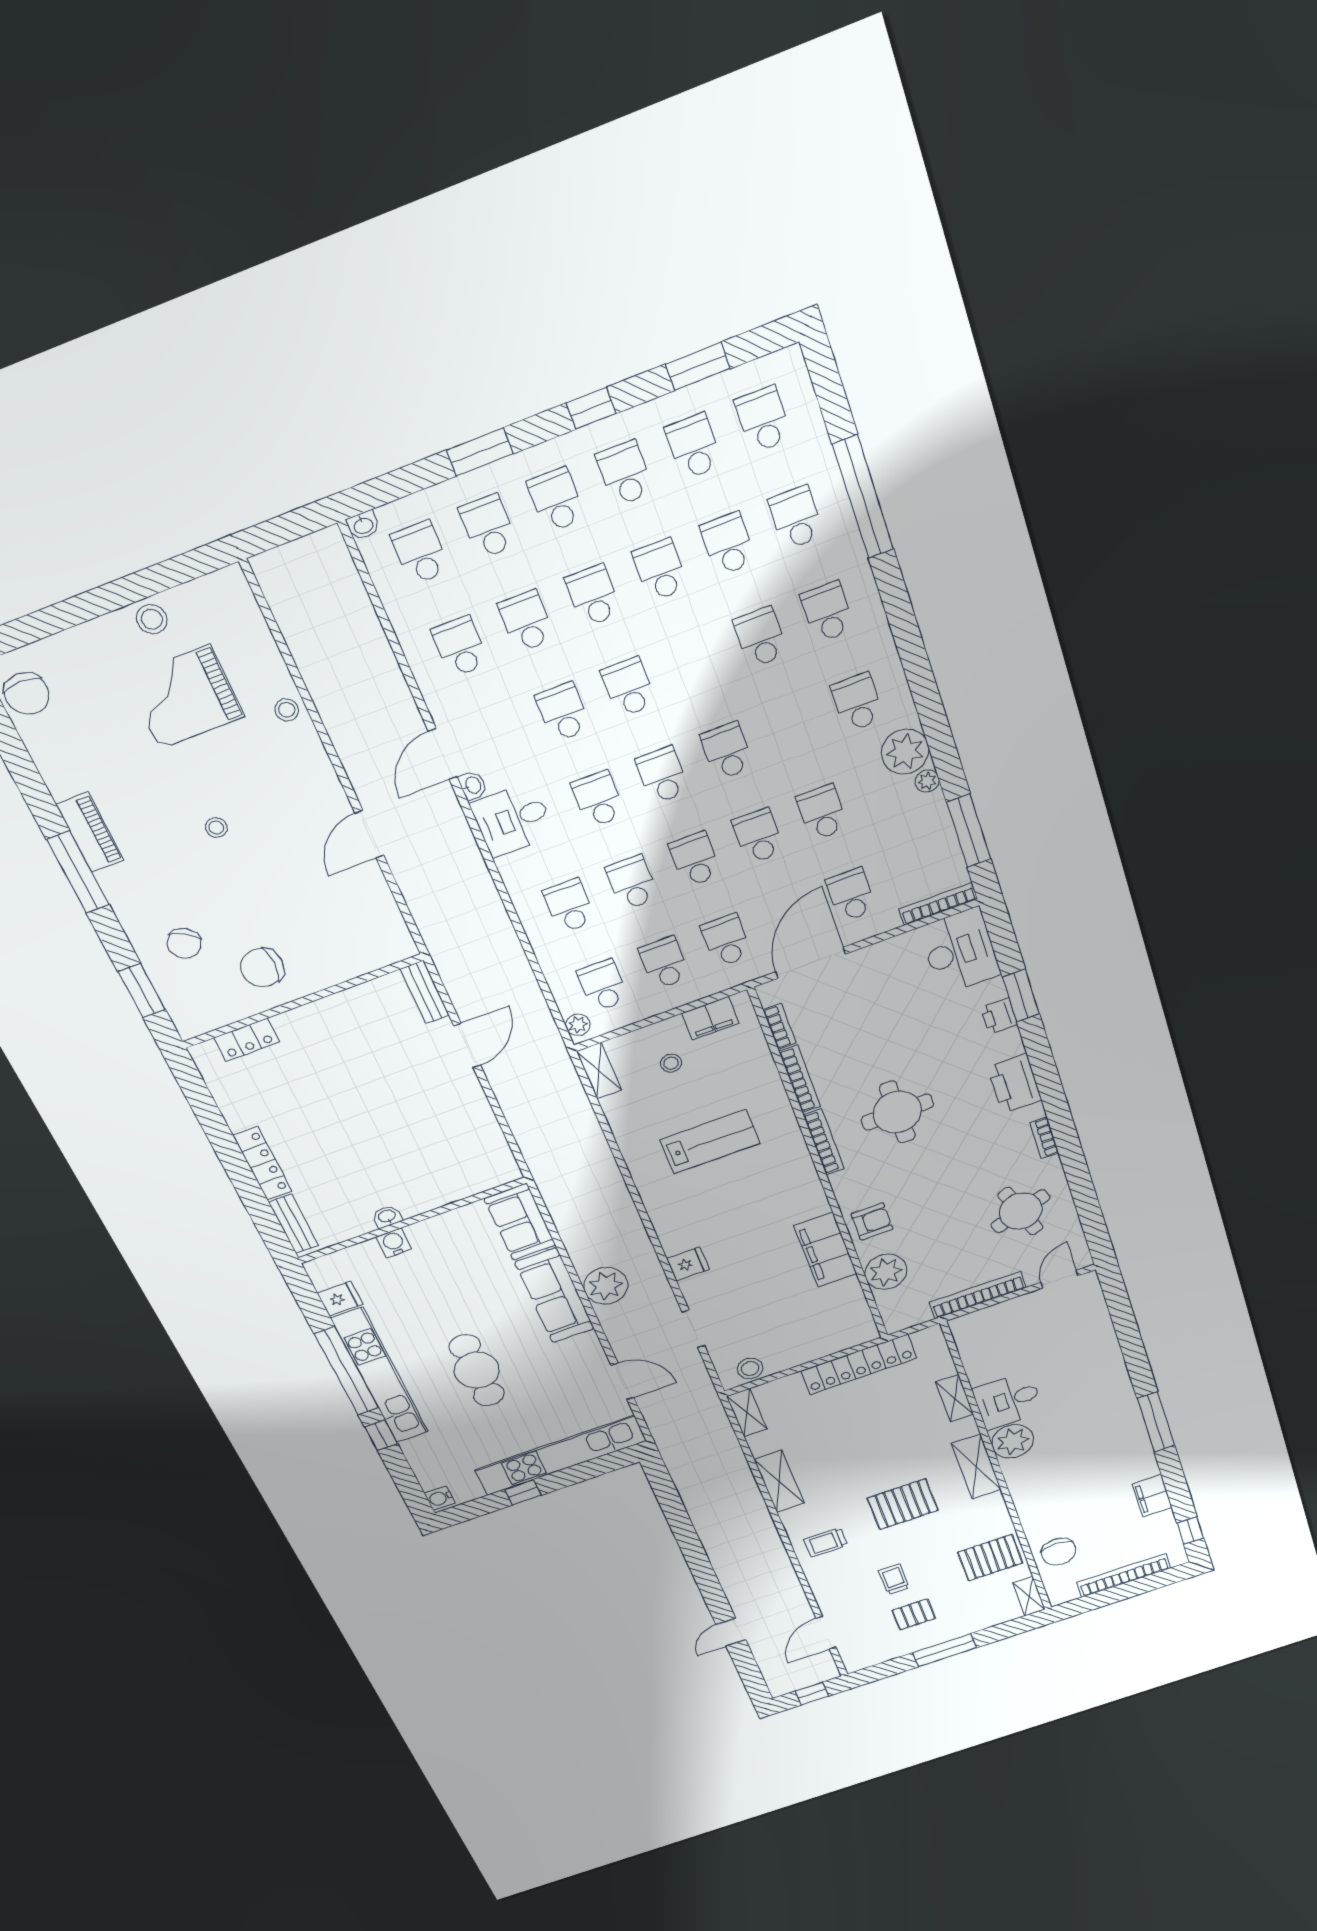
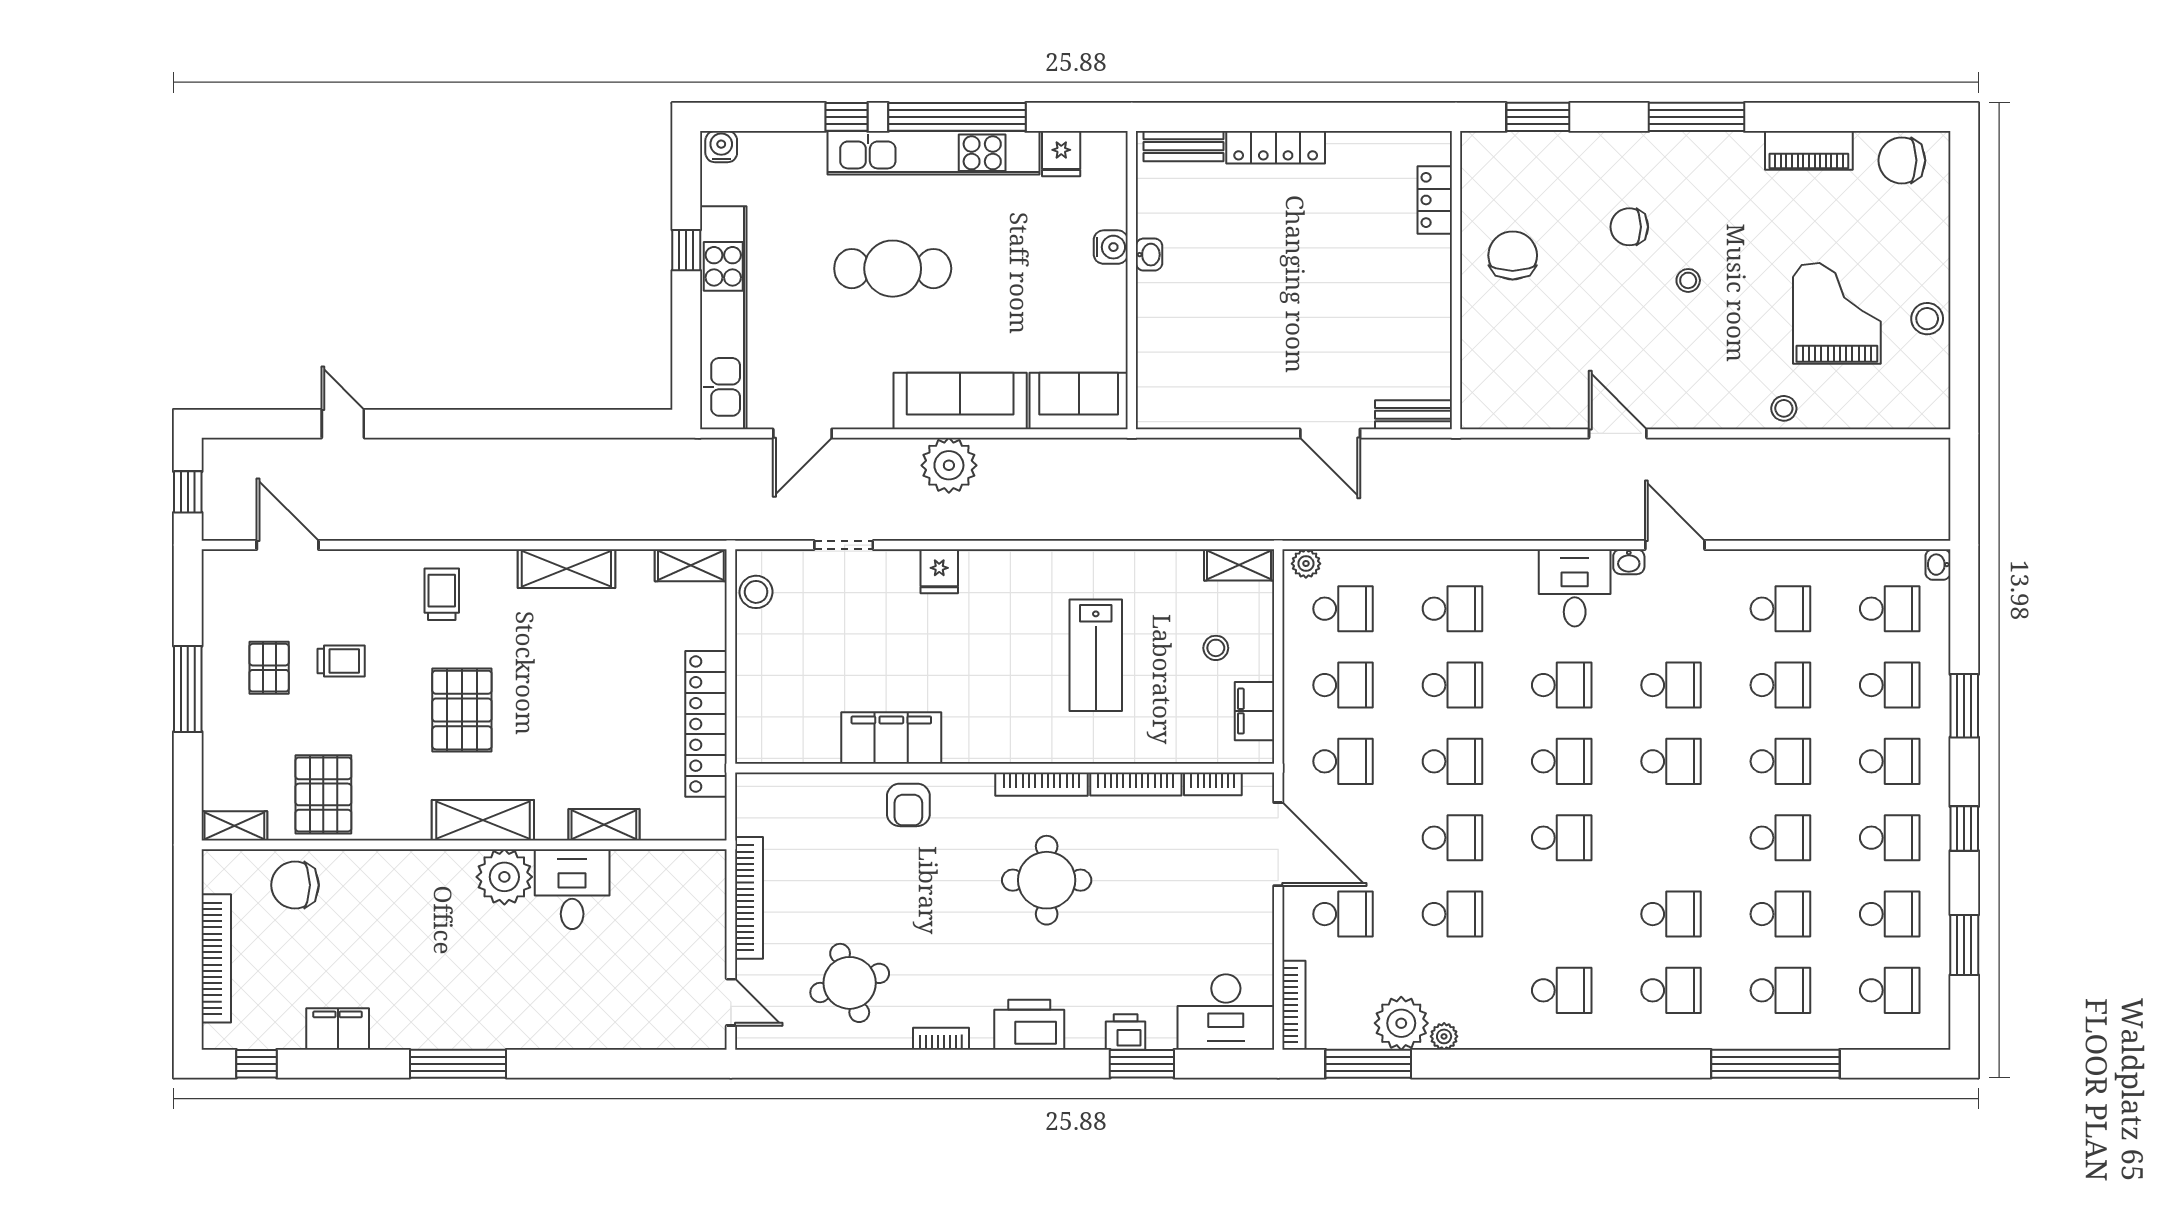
plant: (905, 752) -> (1401, 1023), moved
piano: (90, 832) -> (1809, 150), moved
chair: (184, 943) -> (1629, 227), moved, turned -31
plant: (886, 1272) -> (829, 799), removed

